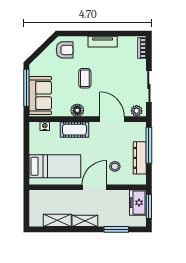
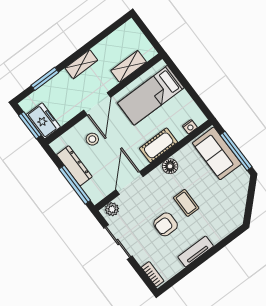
armchair: (65, 50) -> (166, 224), moved
door: (112, 119) -> (130, 183), swing flipped
shelving: (57, 220) -> (129, 66), moved

